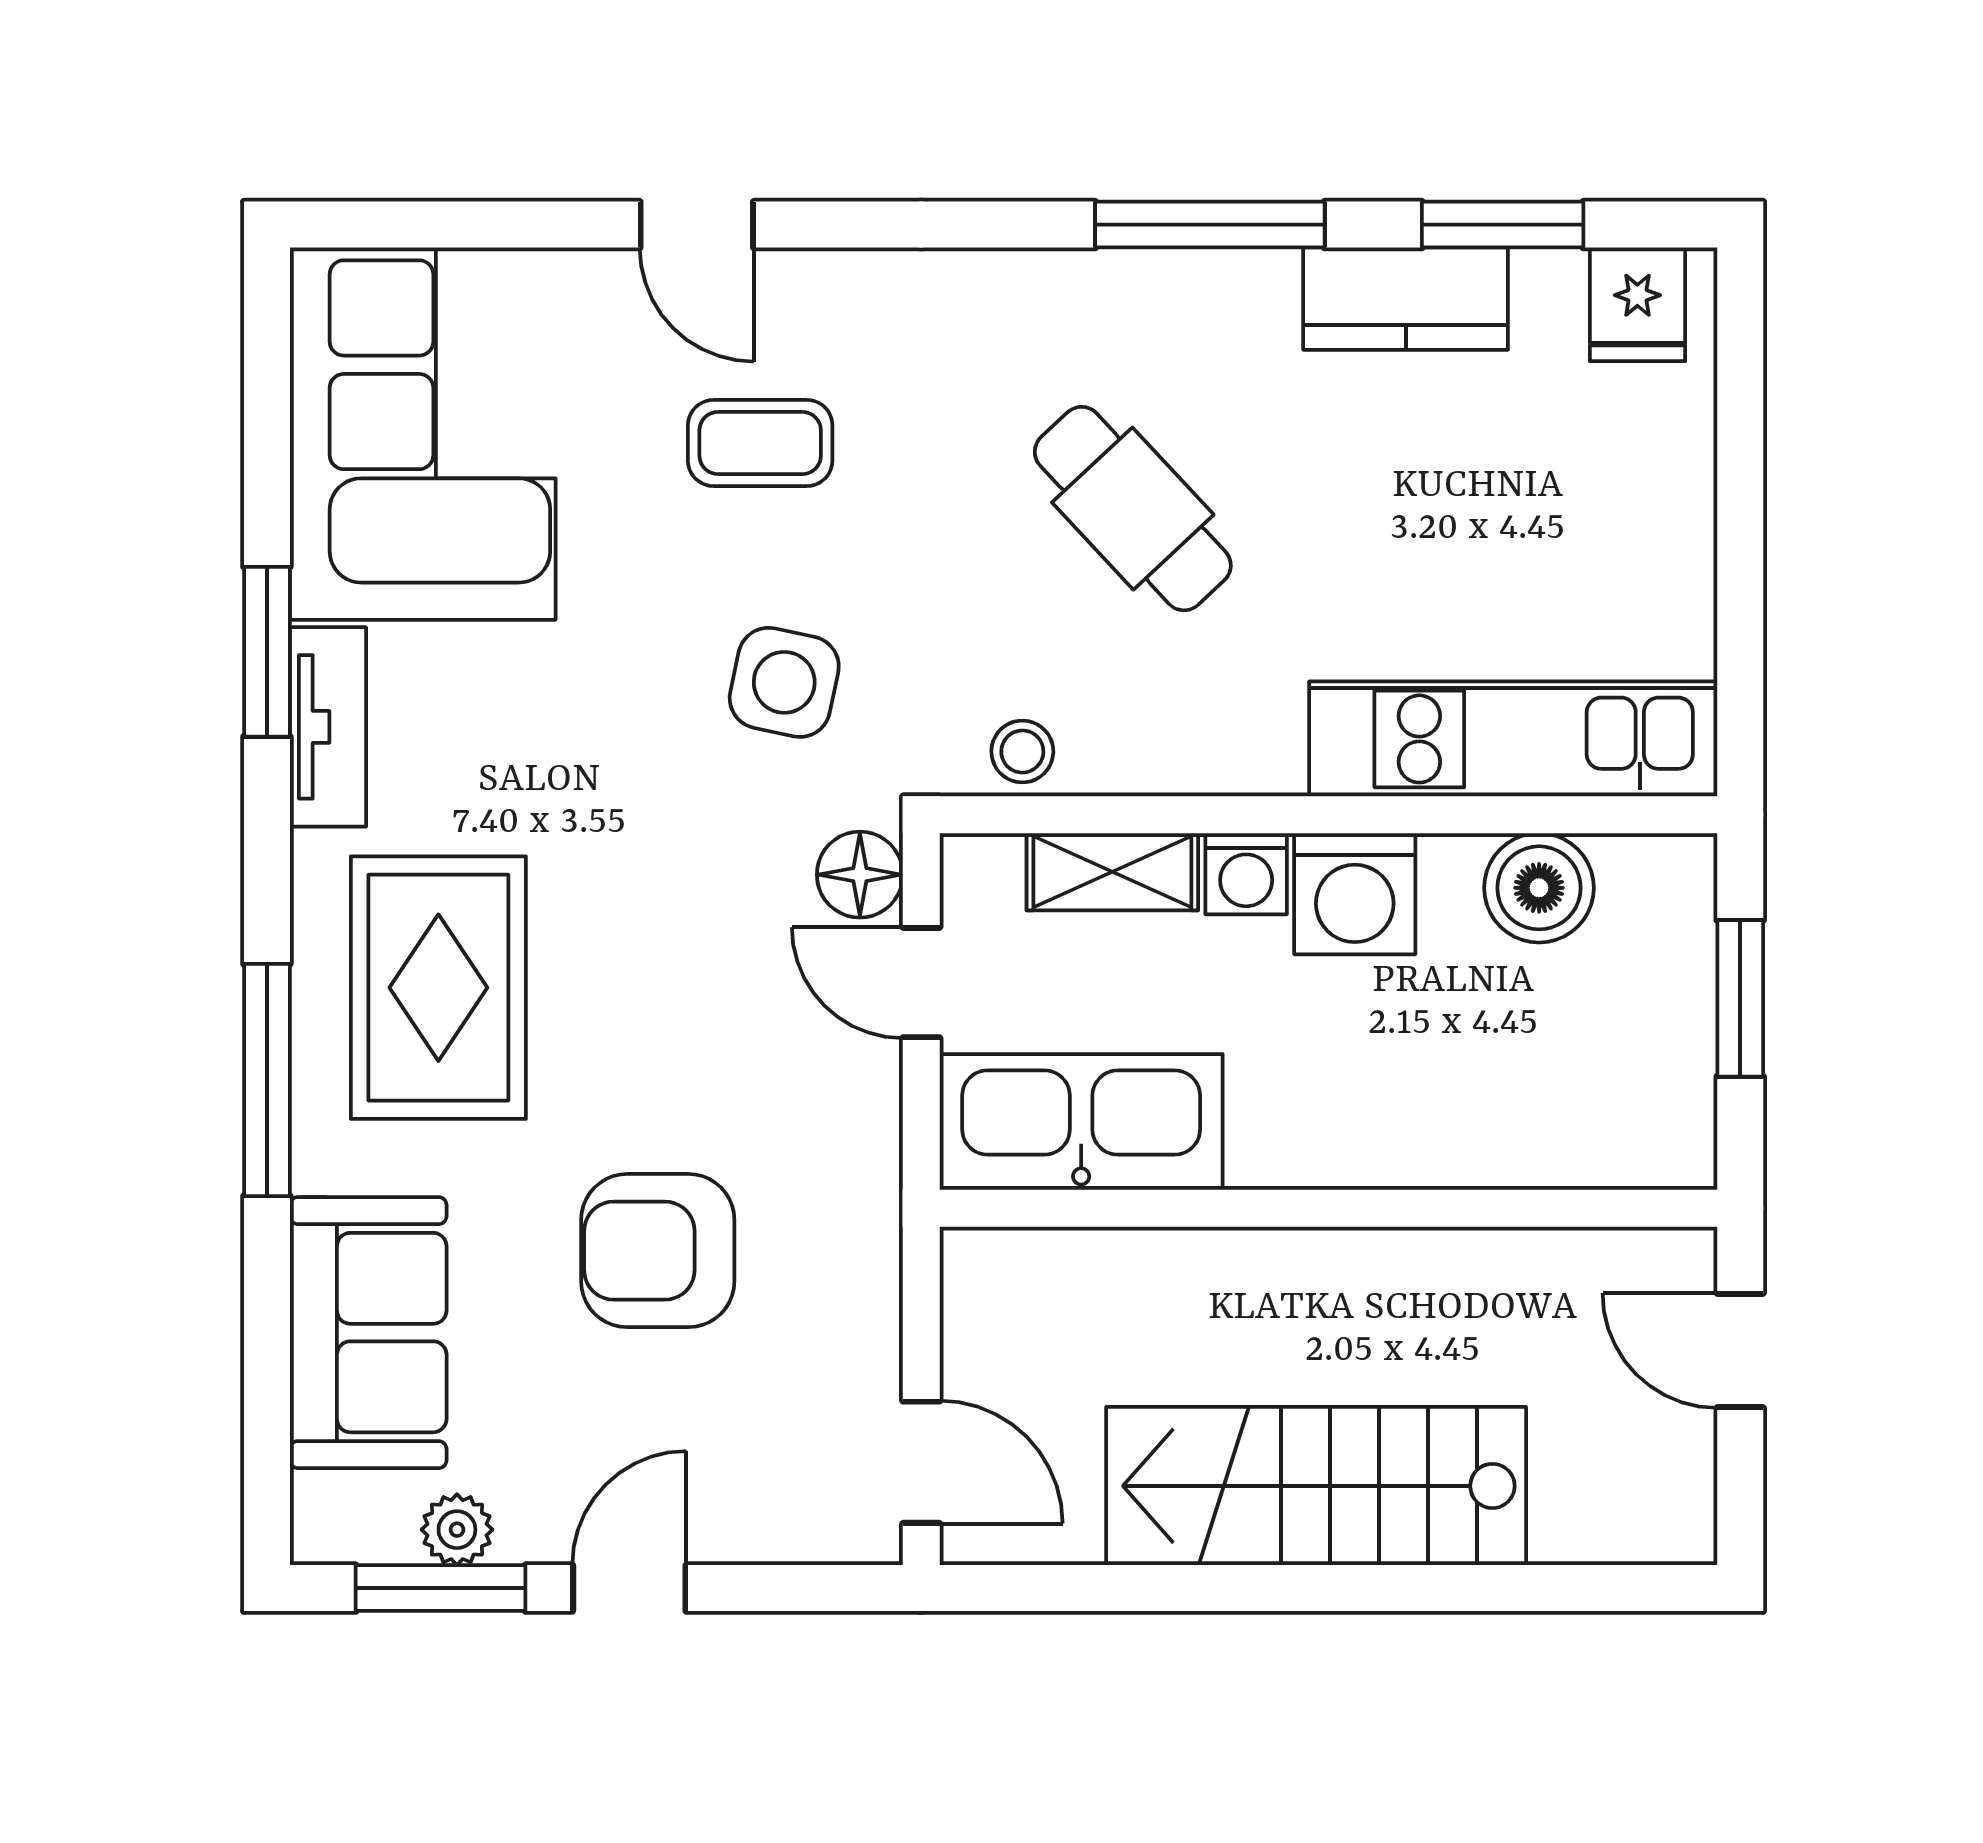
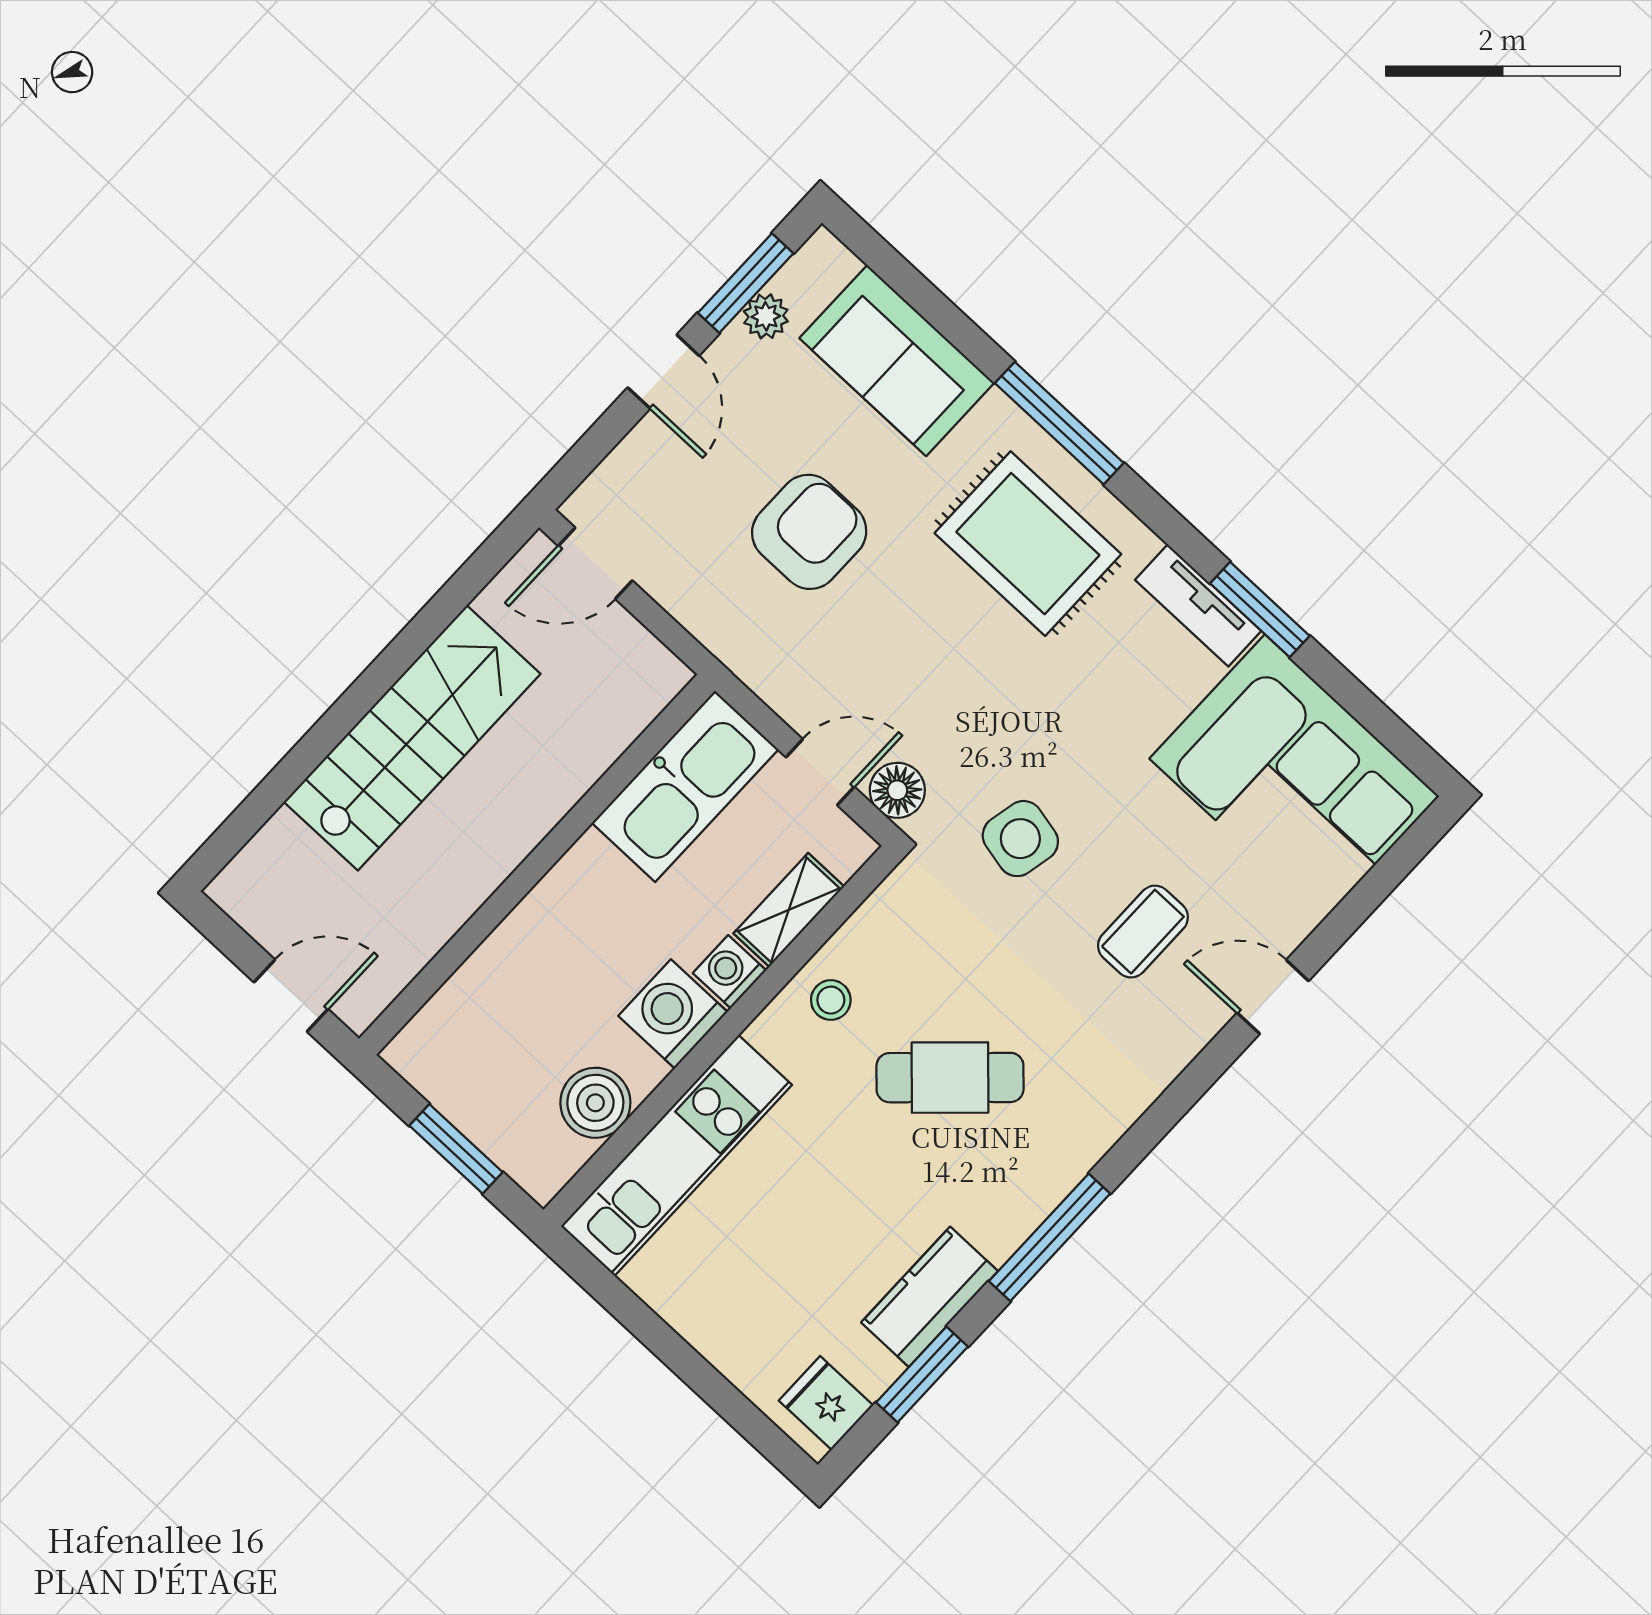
stool: (1022, 752) -> (831, 1000), moved

